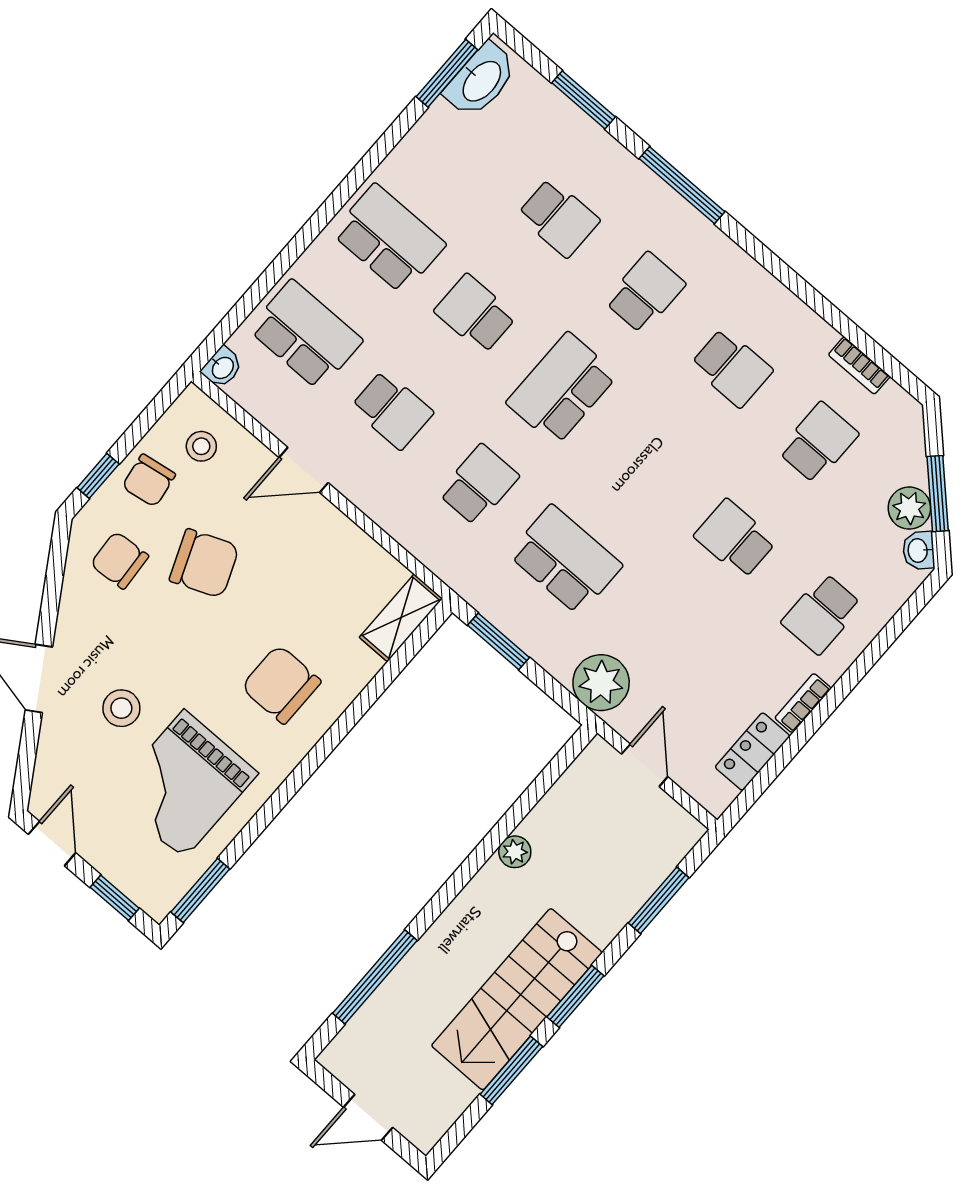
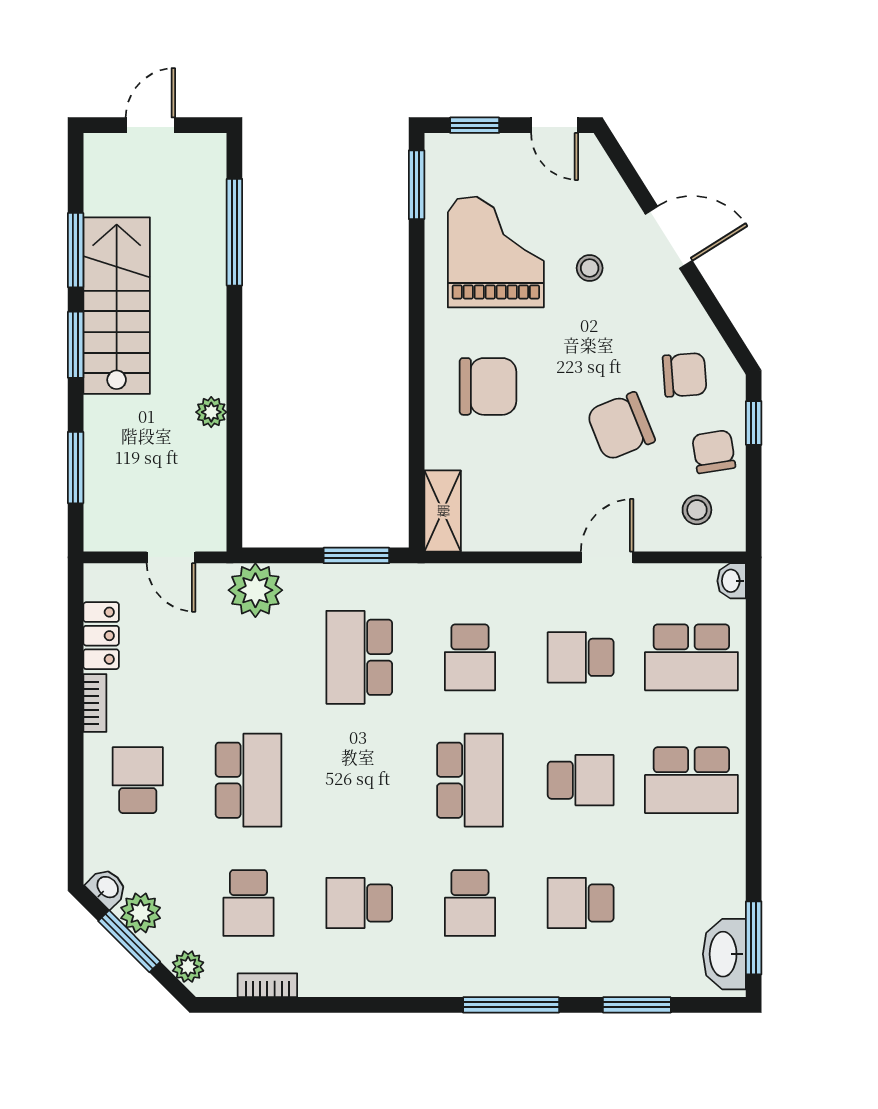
plant: (909, 434) -> (188, 967), added
school desk: (735, 539) -> (249, 780), width x1.85
school desk: (565, 560) -> (359, 657), turned 90
stool: (121, 708) -> (590, 268), width x0.73, depth x0.73

